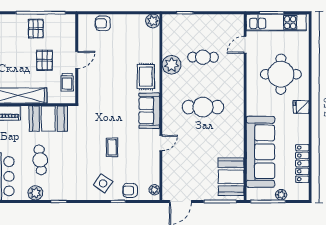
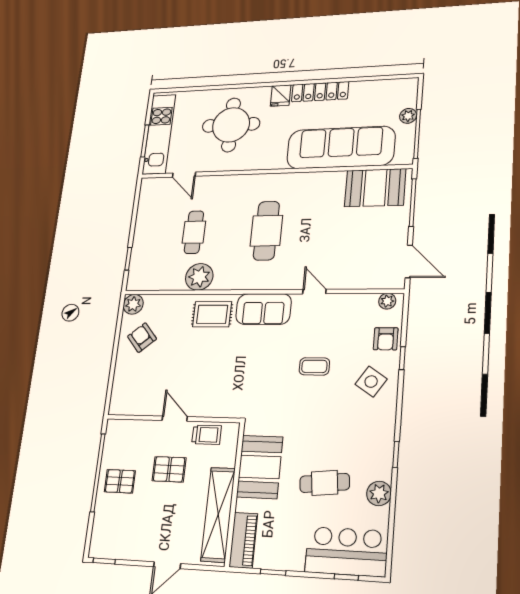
armchair: (103, 23) -> (142, 338), moved, turned 140
locker: (302, 163) -> (320, 92), moved

